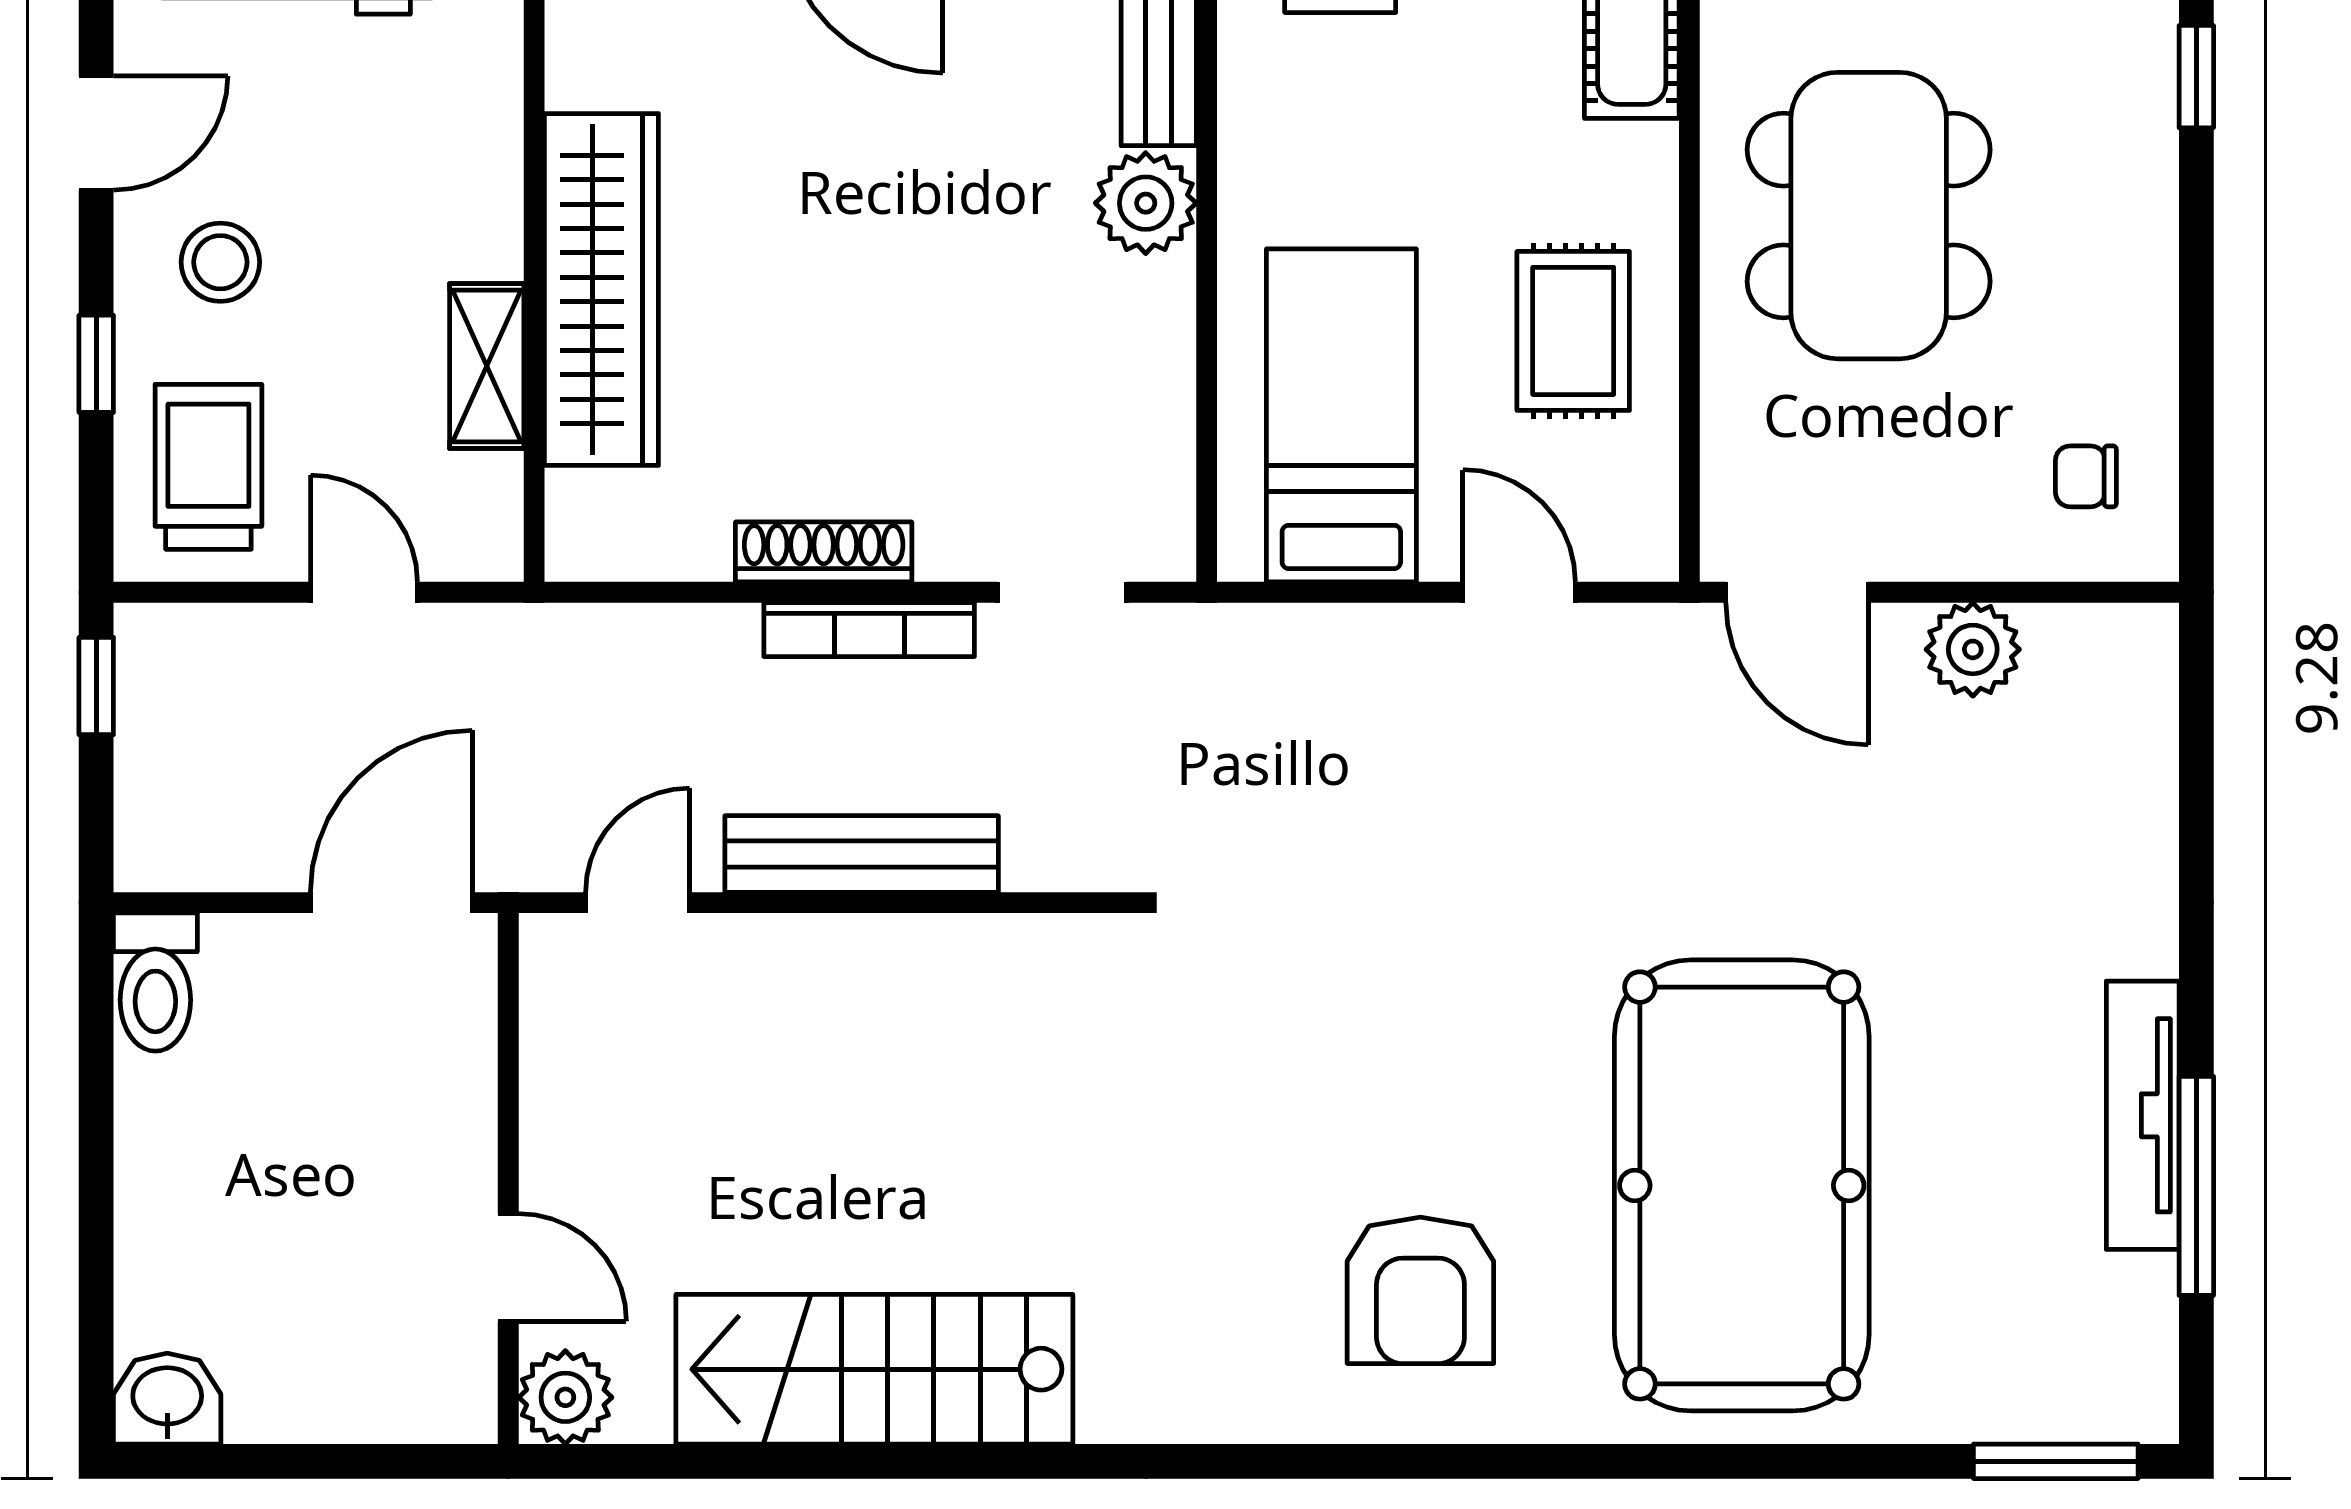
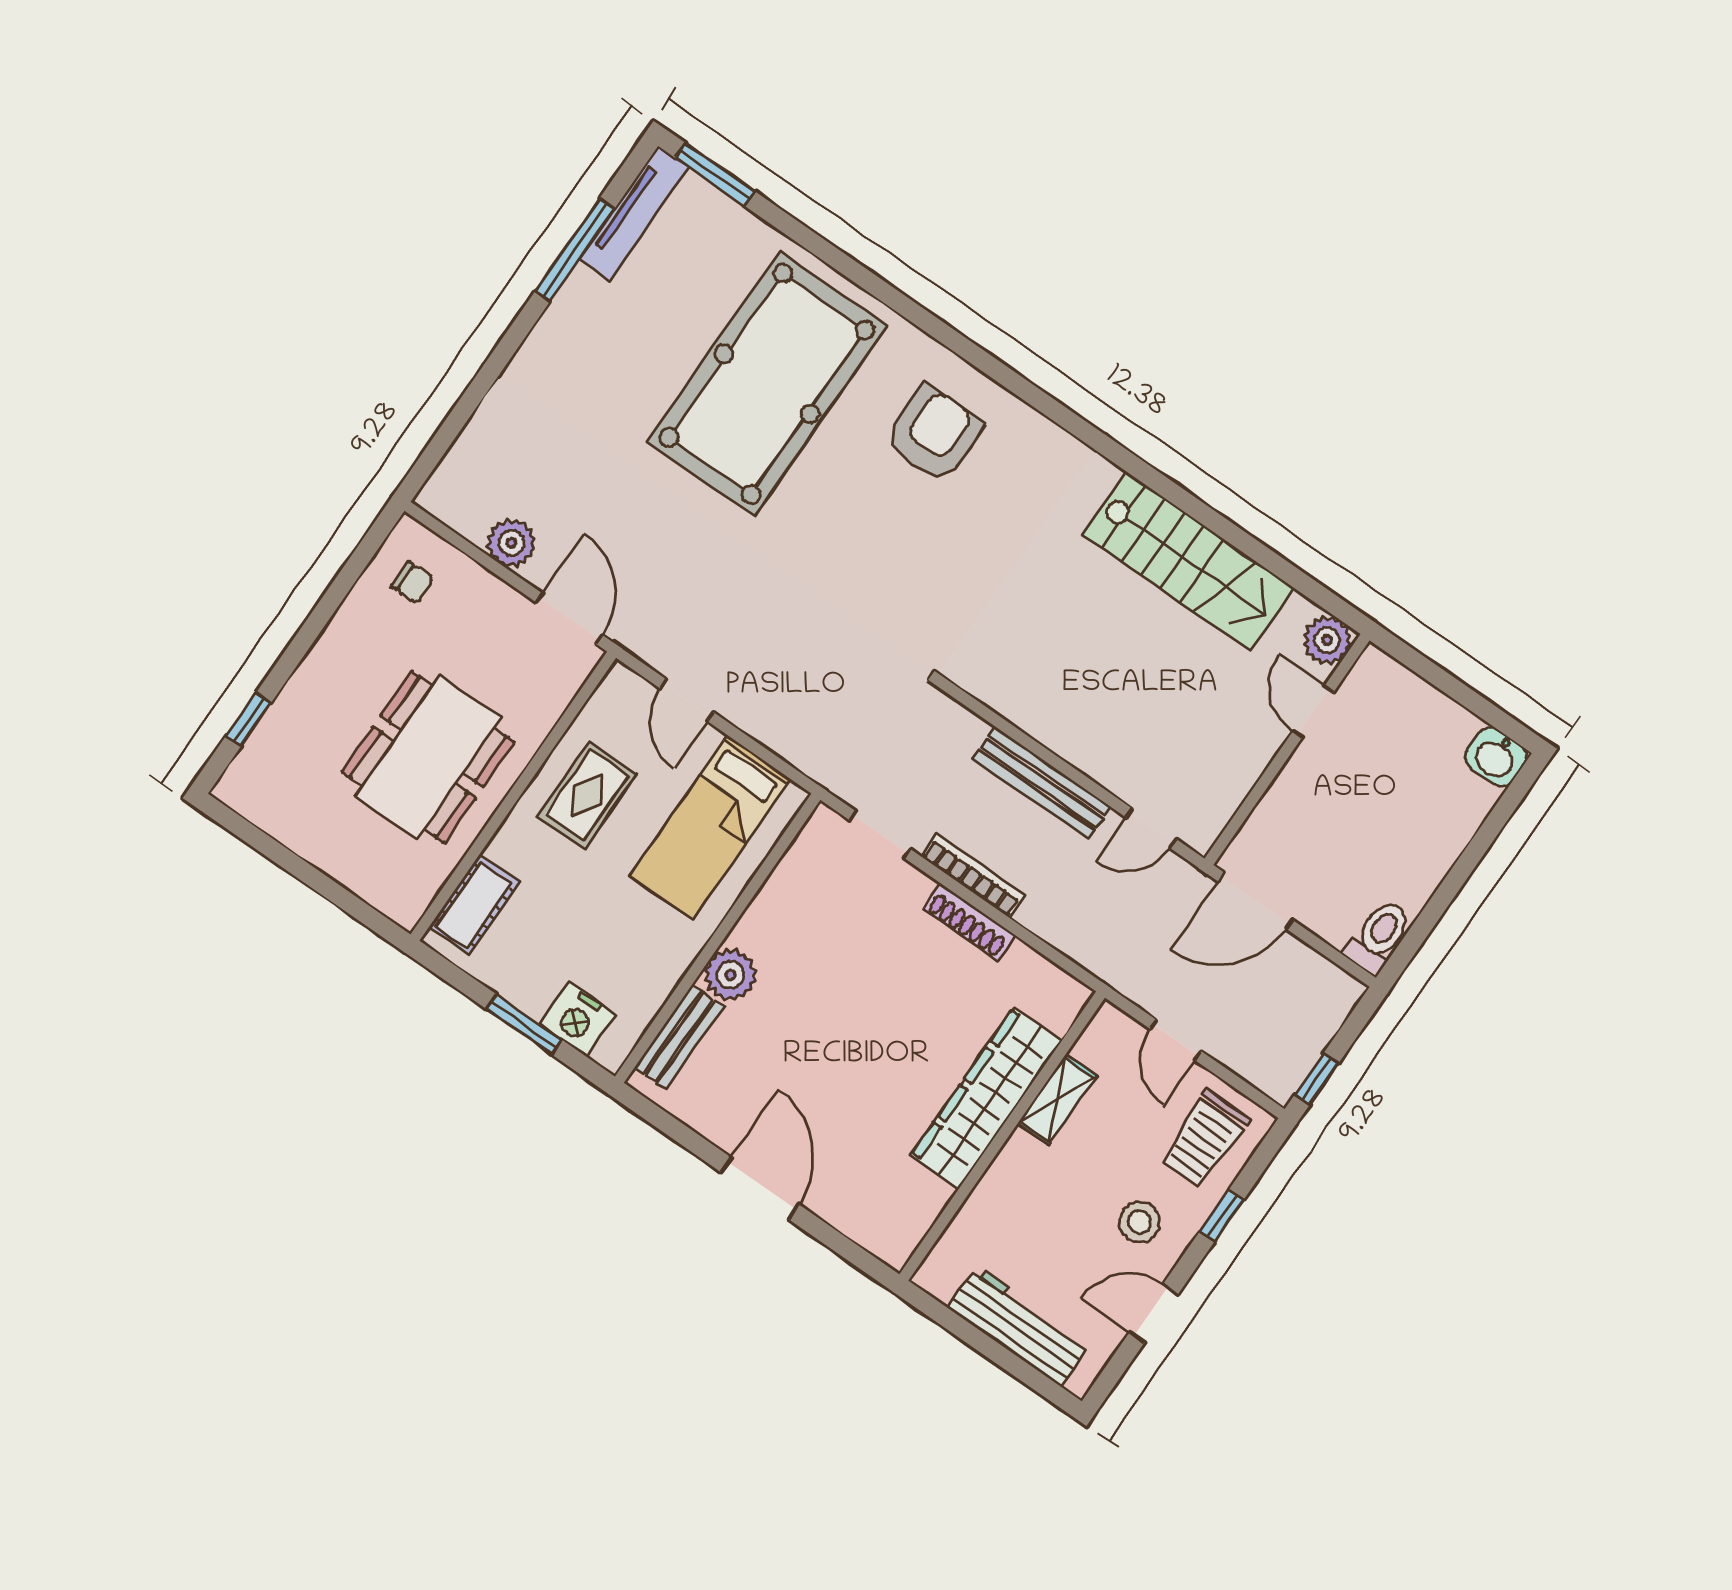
tv unit: (2143, 1115) -> (634, 213), moved

